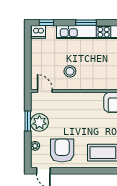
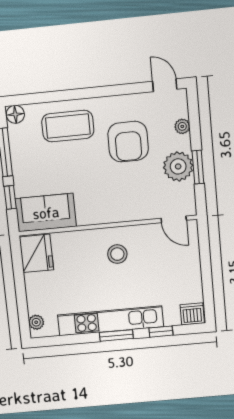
window: (46, 23) -> (161, 332), moved
stool: (70, 71) -> (117, 254), moved
armchair: (62, 150) -> (128, 142), moved

